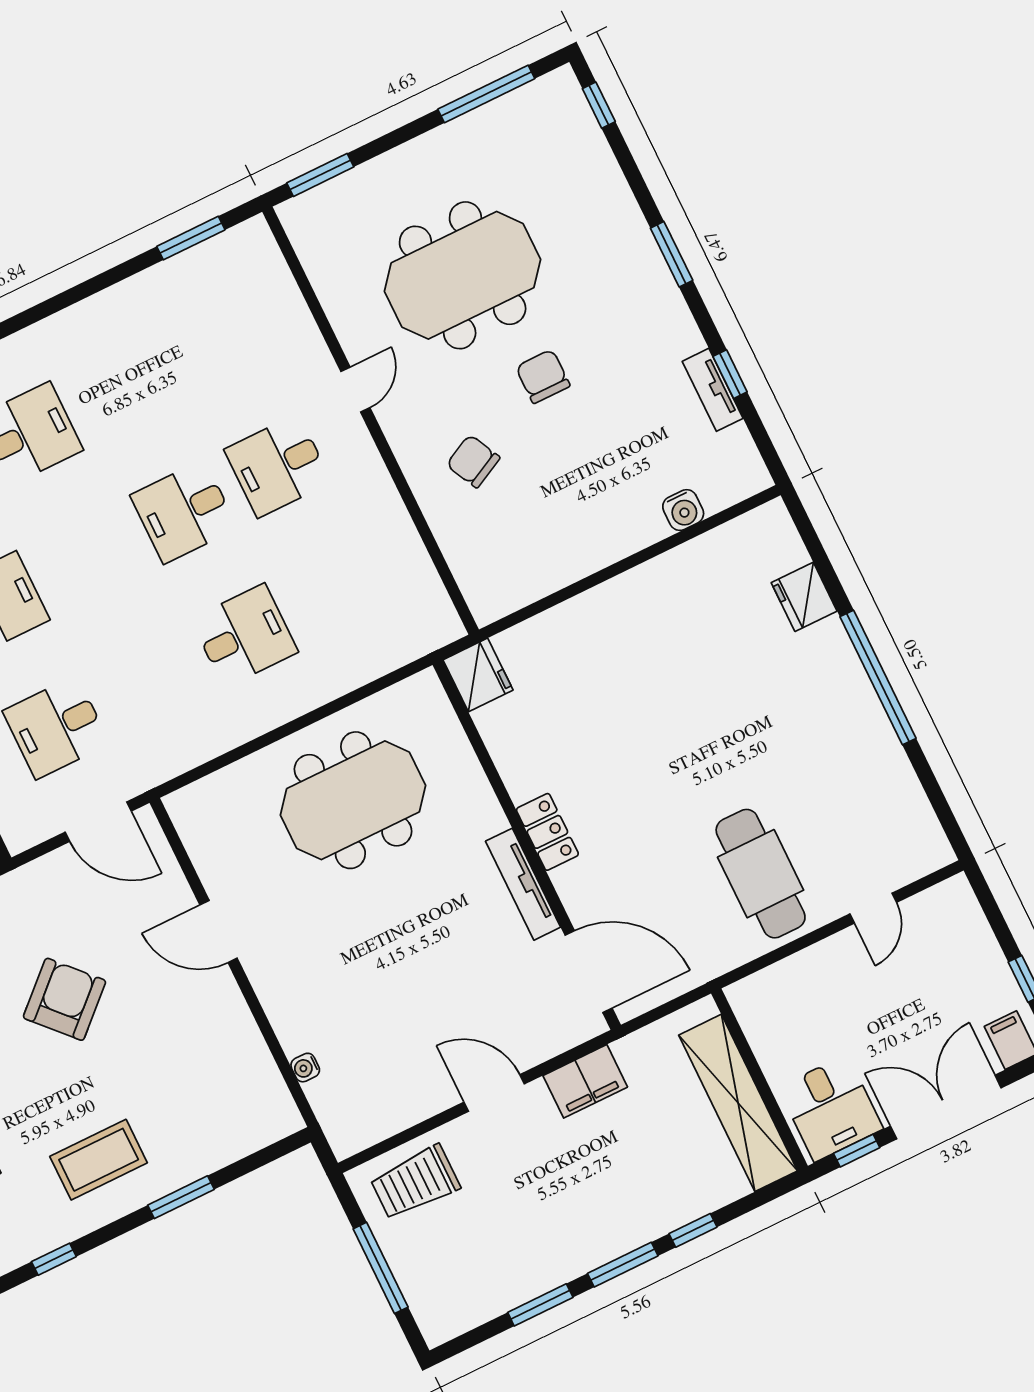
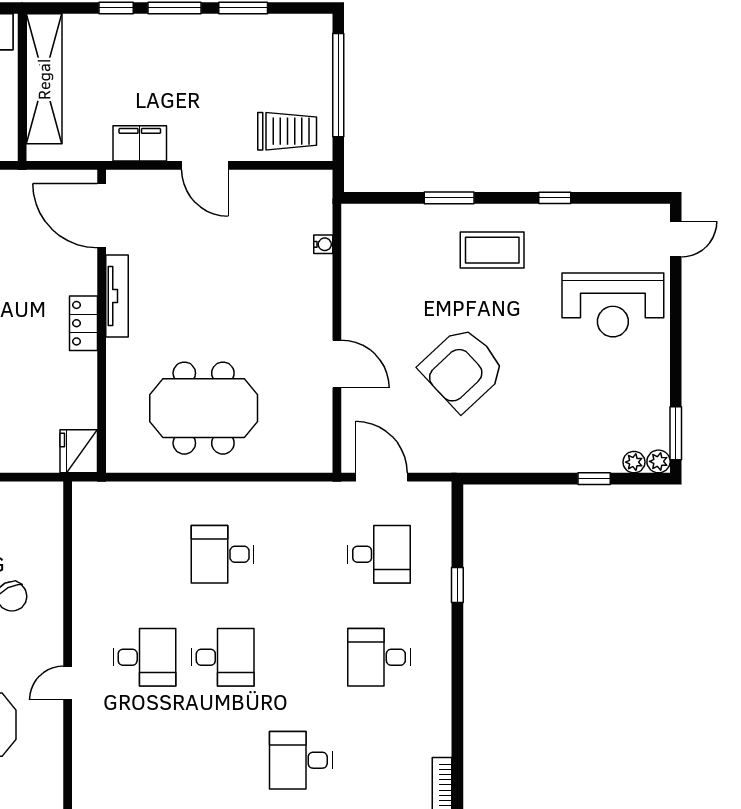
armchair: (65, 999) -> (463, 369), width x1.36, depth x1.36
window: (381, 1268) -> (338, 85), width x1.46

